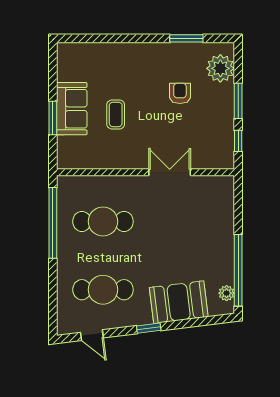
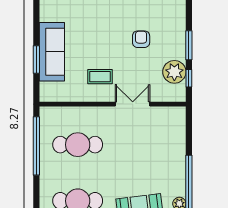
plant: (220, 68) -> (174, 72), moved
sofa: (72, 109) -> (52, 52), width x1.36
coffee table: (116, 114) -> (100, 77), moved, turned 90

